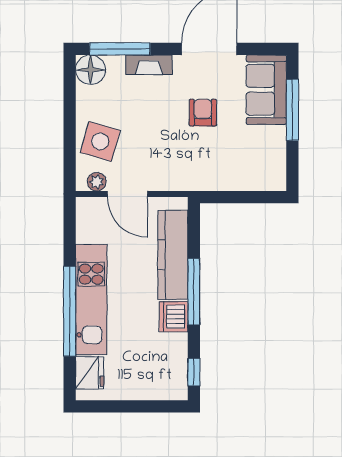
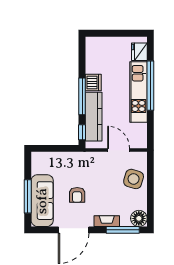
sofa: (266, 90) -> (42, 201), width x1.36
plant: (97, 182) -> (135, 157), removed
window: (194, 372) -> (82, 132), moved

